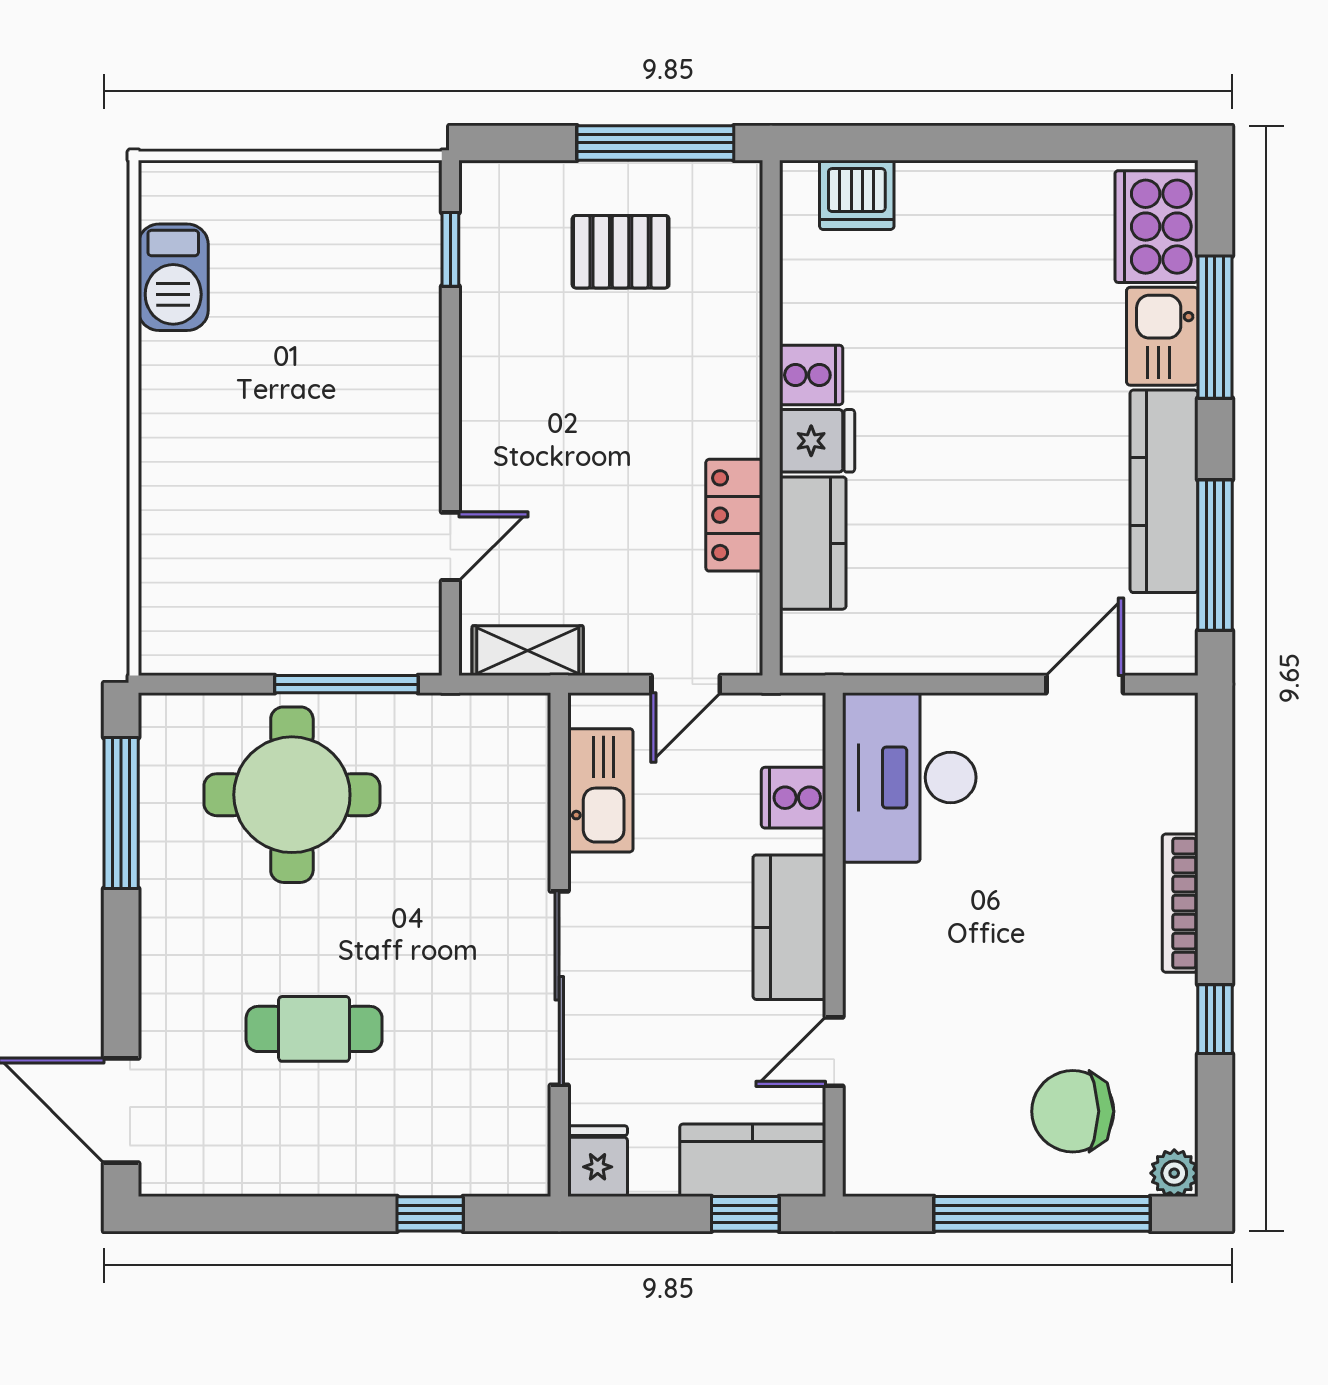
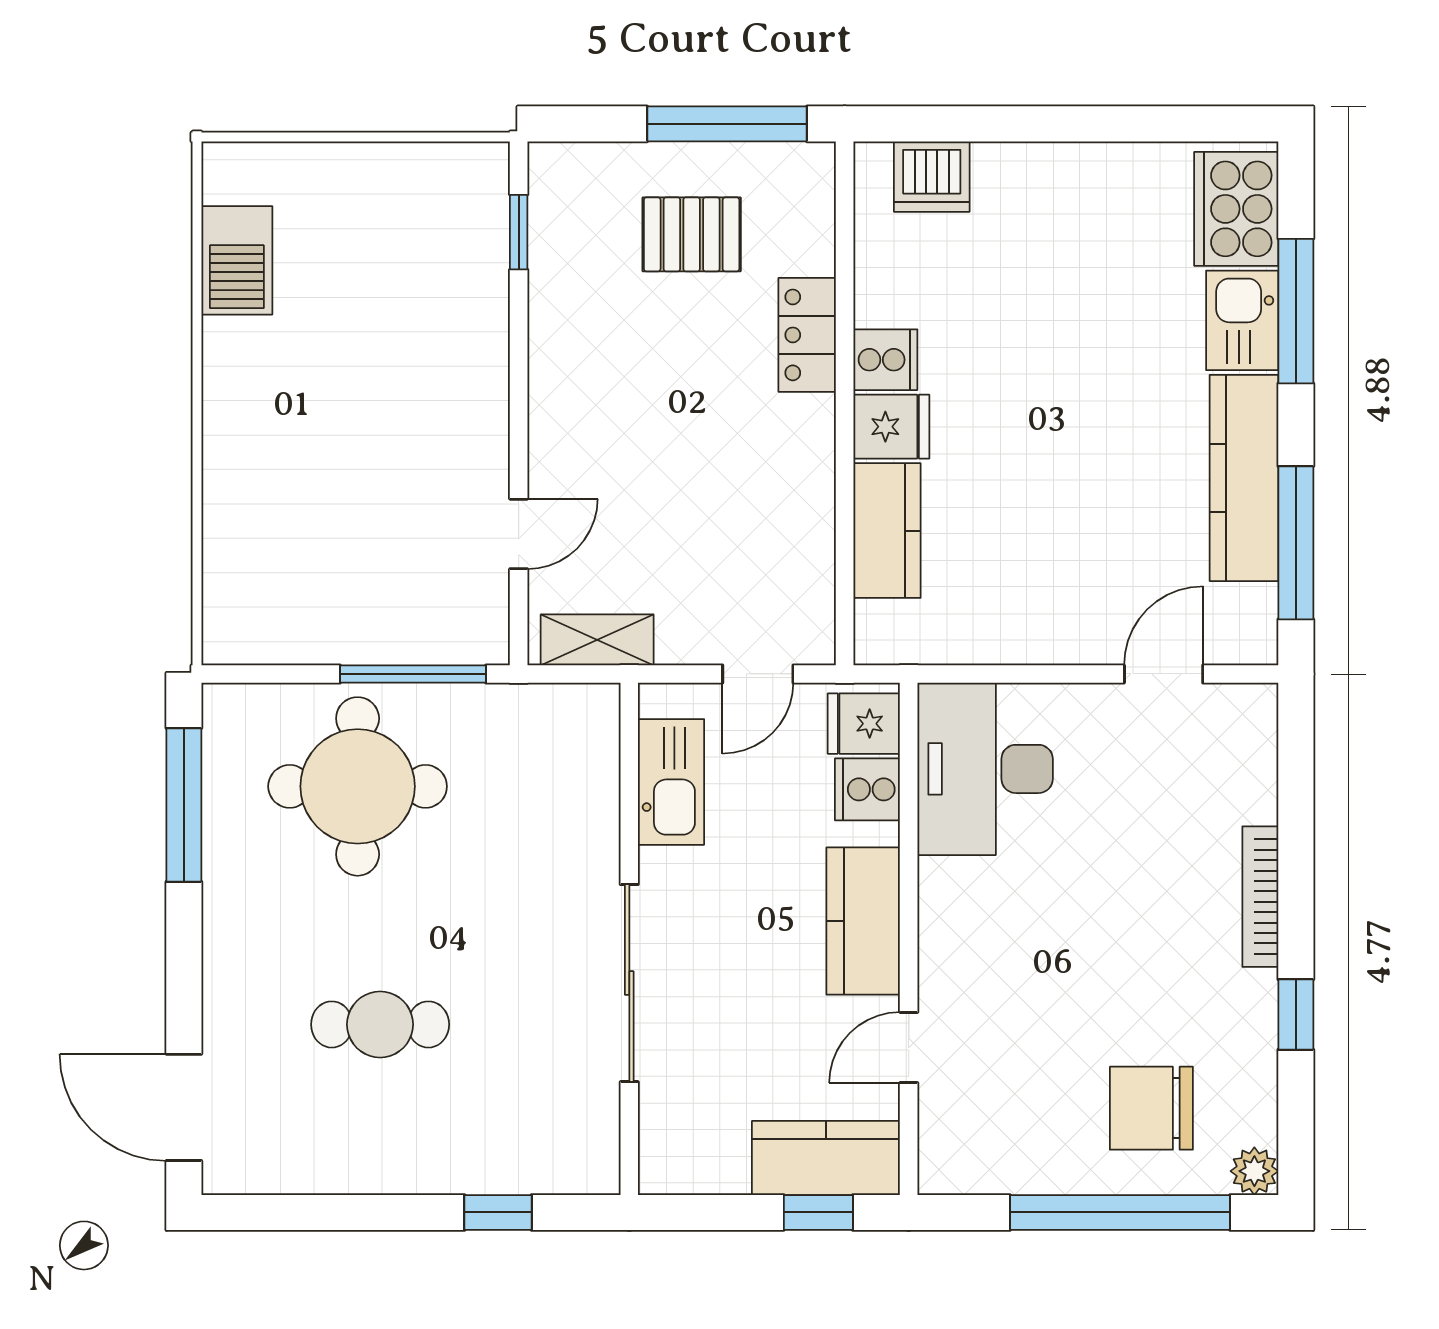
locker: (734, 515) -> (807, 335), moved
fridge: (598, 1161) -> (864, 724), moved, turned -90

